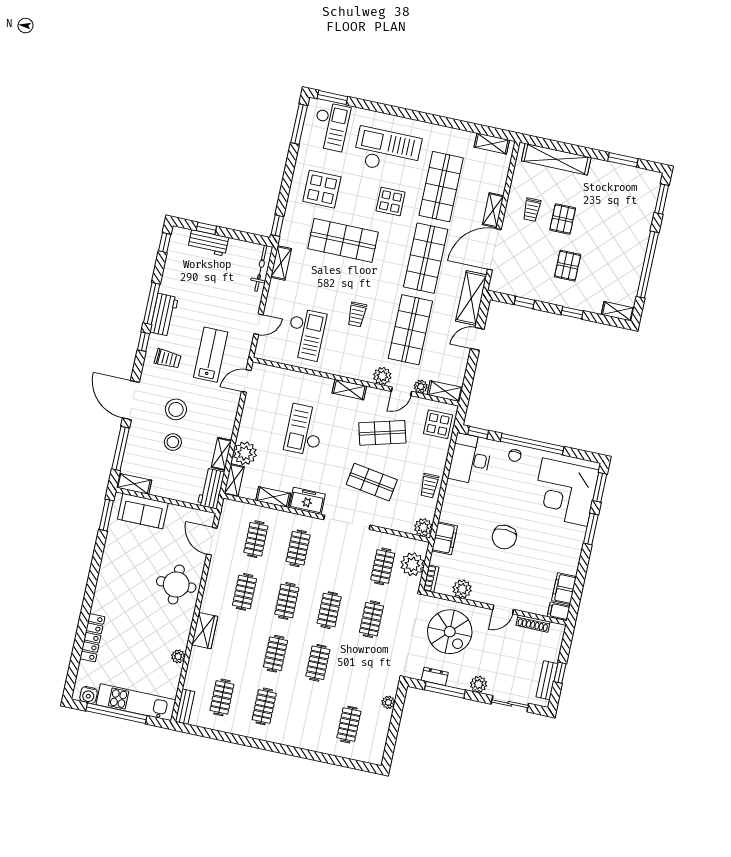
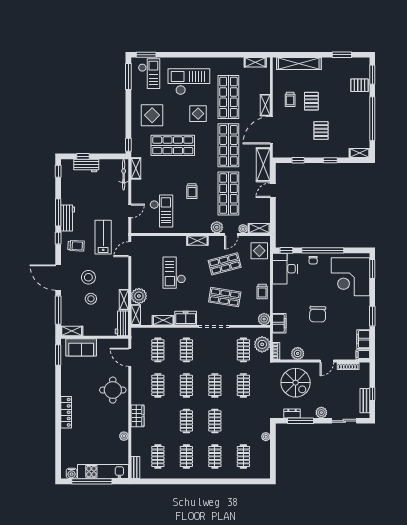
pallet: (639, 211) -> (359, 85), added
window: (591, 529) -> (372, 316), moved
locker: (92, 638) -> (66, 412), moved
clothes rail: (307, 716) -> (215, 456), added

